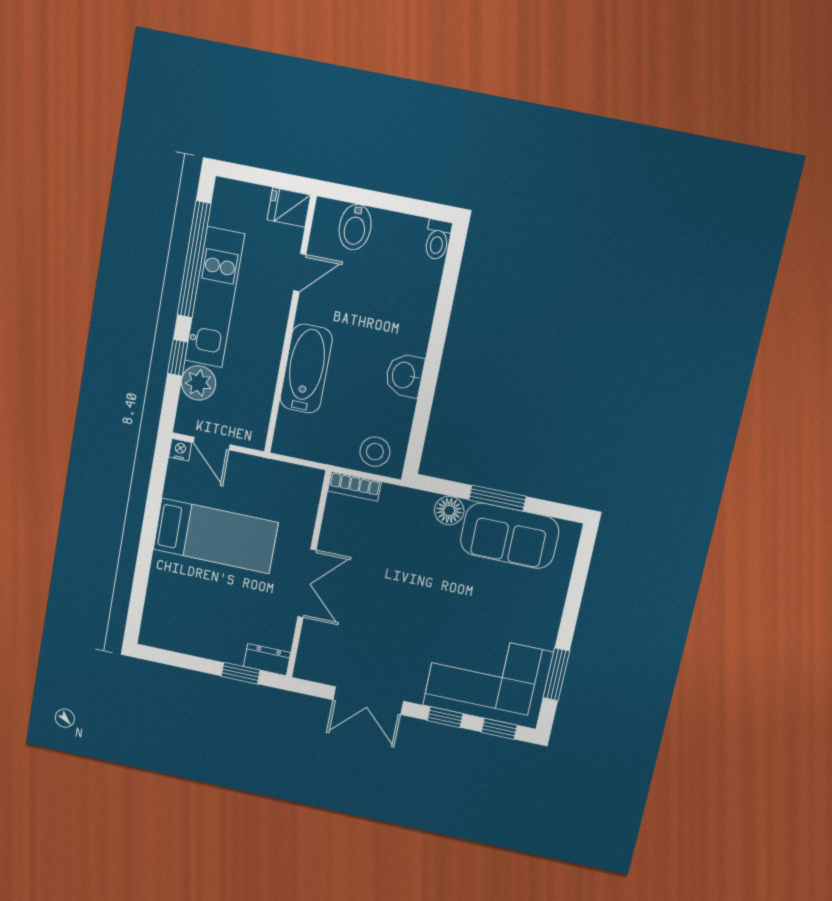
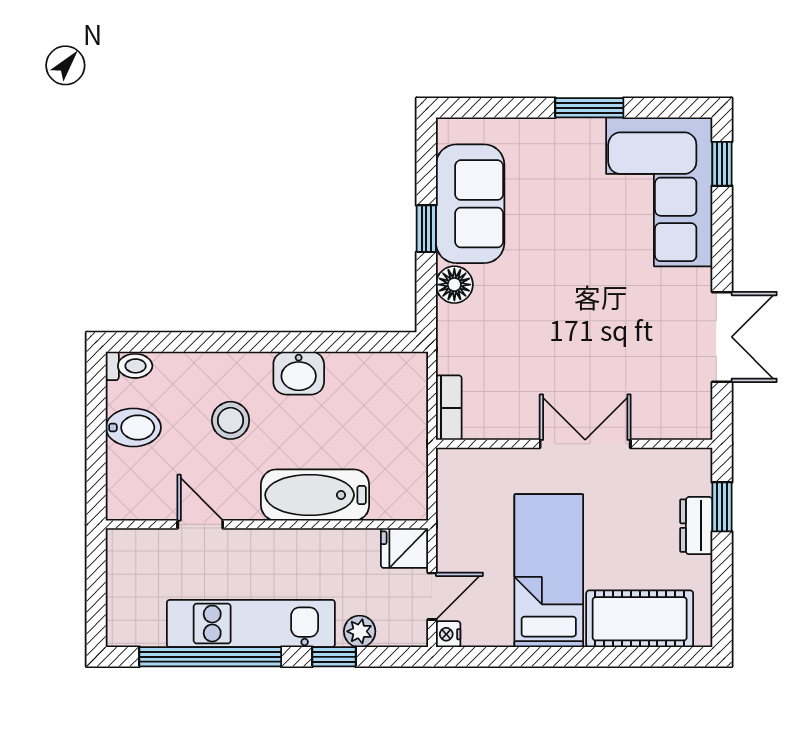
fridge: (289, 207) -> (405, 548), moved, turned 90
bidet: (355, 227) -> (133, 427), moved
plant: (199, 383) -> (360, 631), width x0.73, depth x0.73
stool: (375, 452) -> (231, 420), moved
window: (497, 498) -> (426, 229), width x0.67
cot: (168, 596) -> (640, 619), added
dresser: (267, 660) -> (696, 526), moved
window: (556, 674) -> (589, 108), moved
window: (445, 717) -> (722, 235), removed

